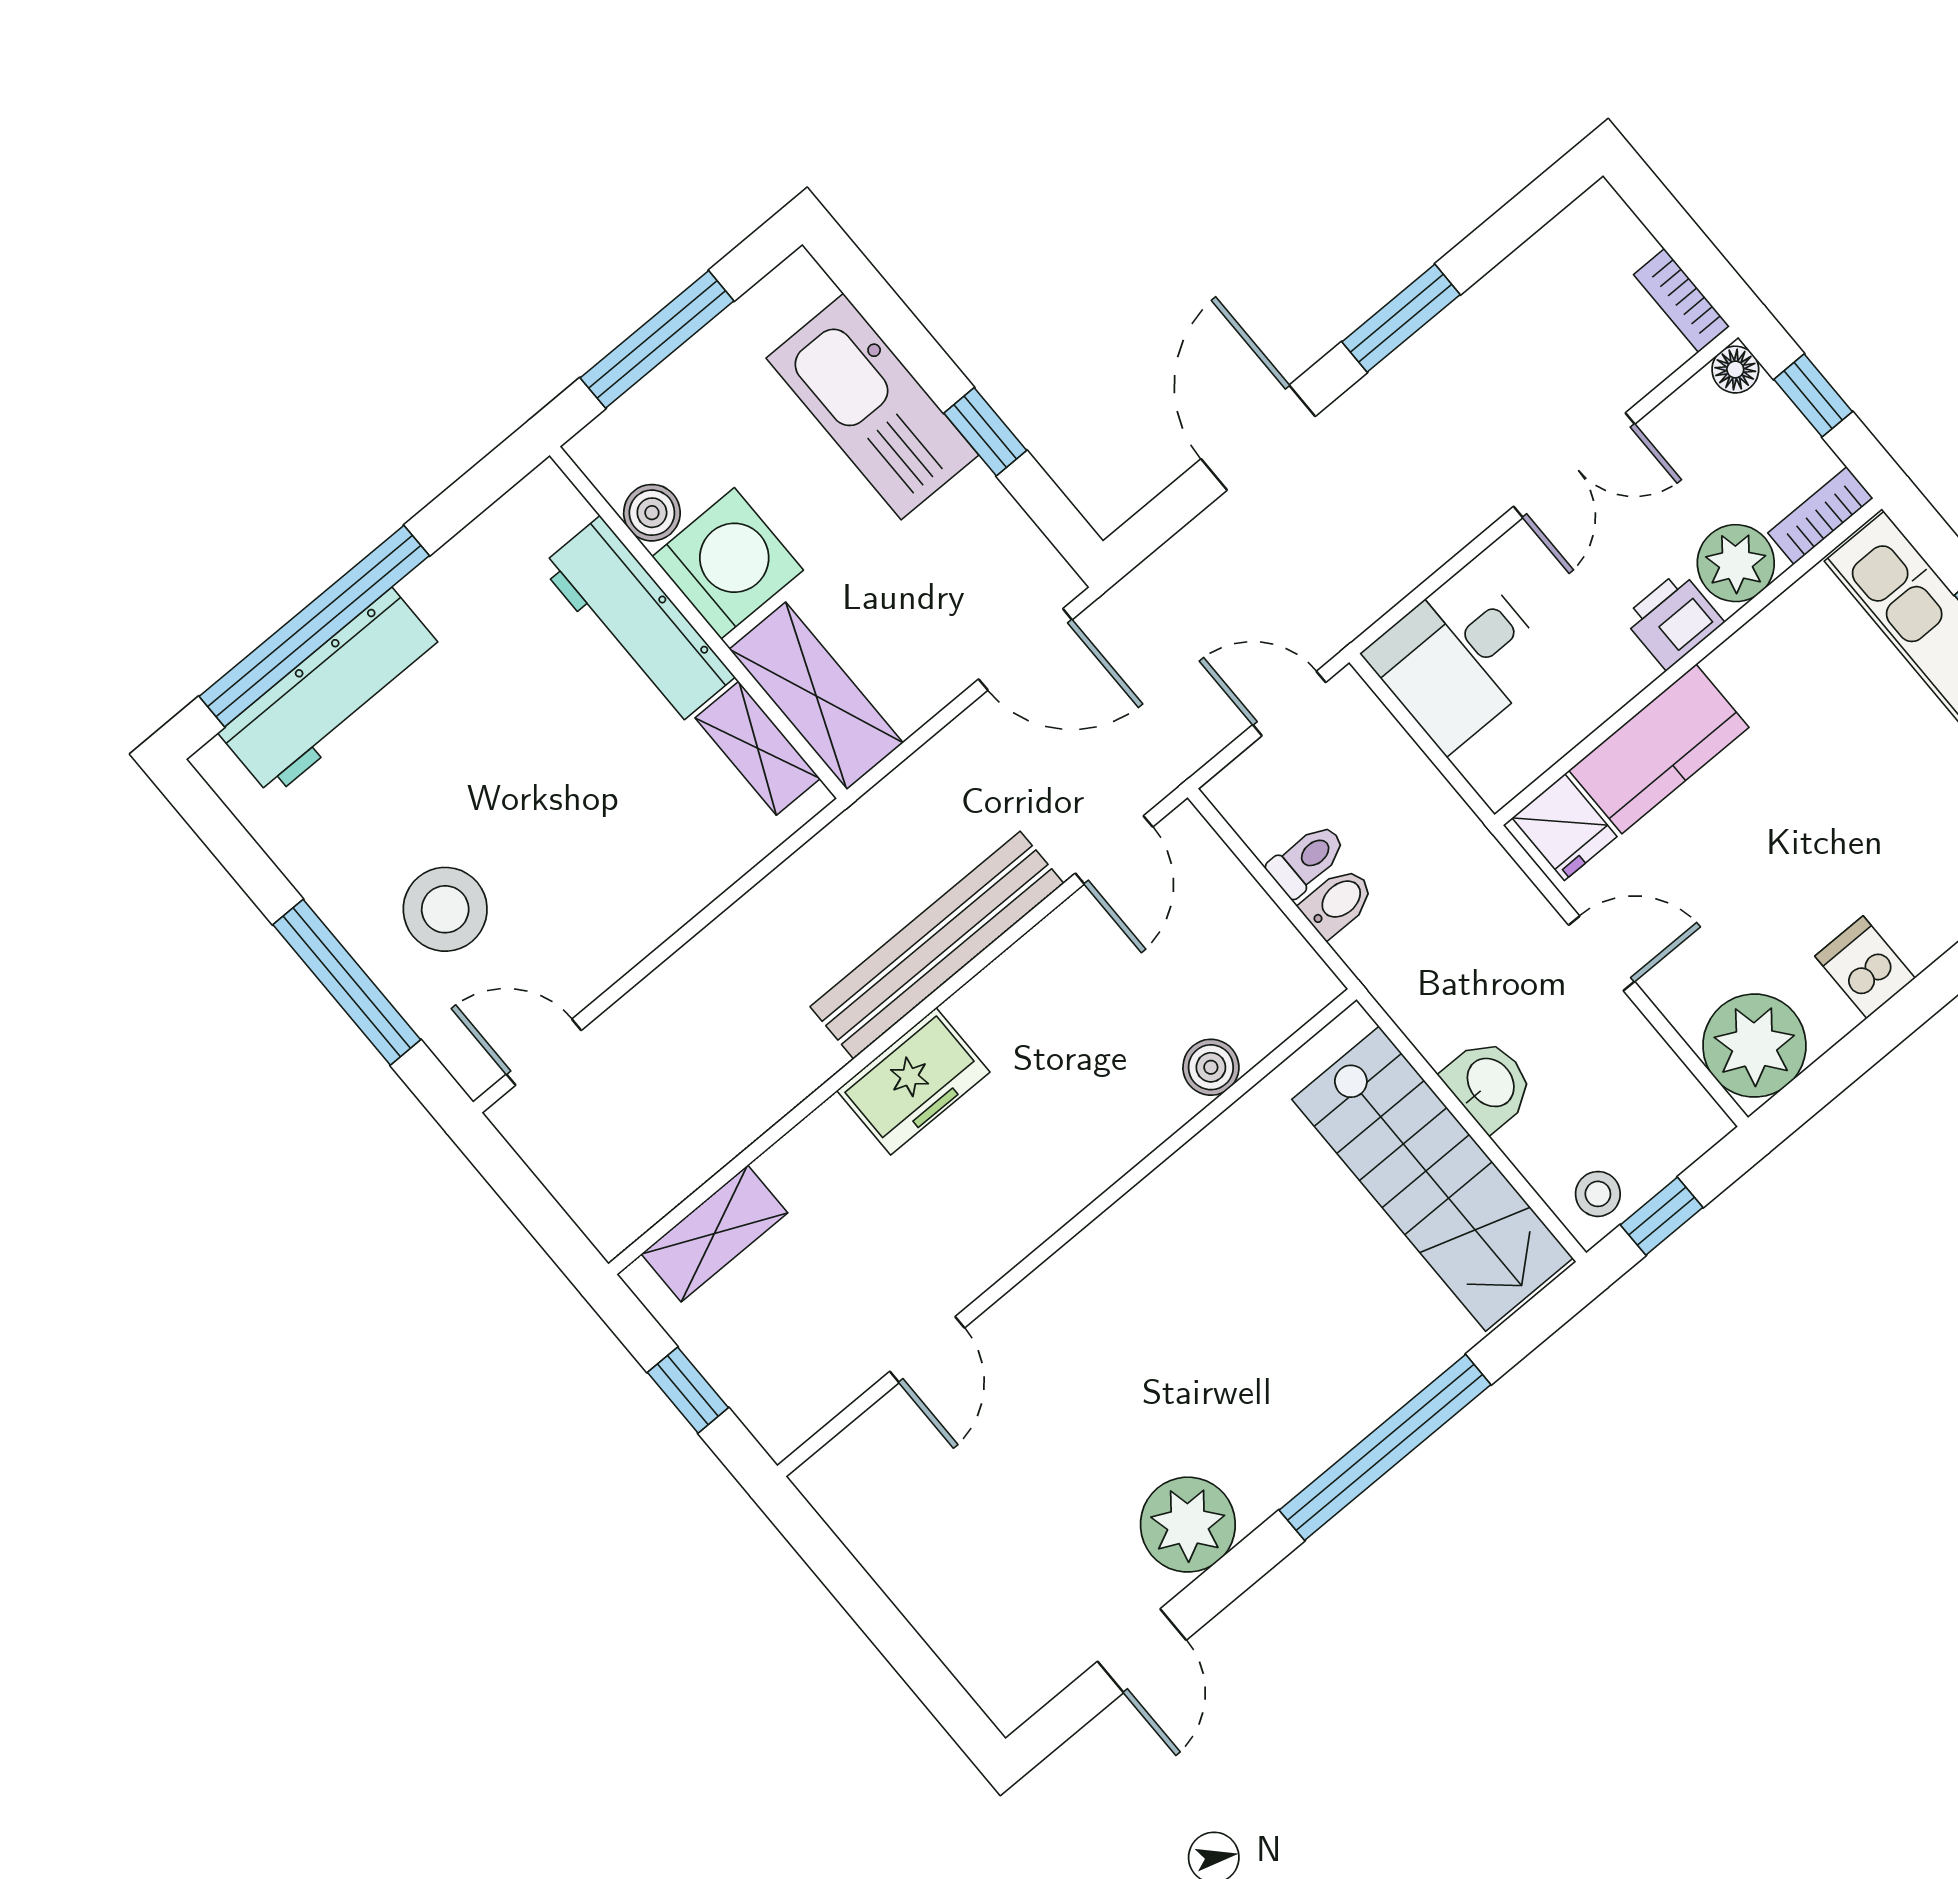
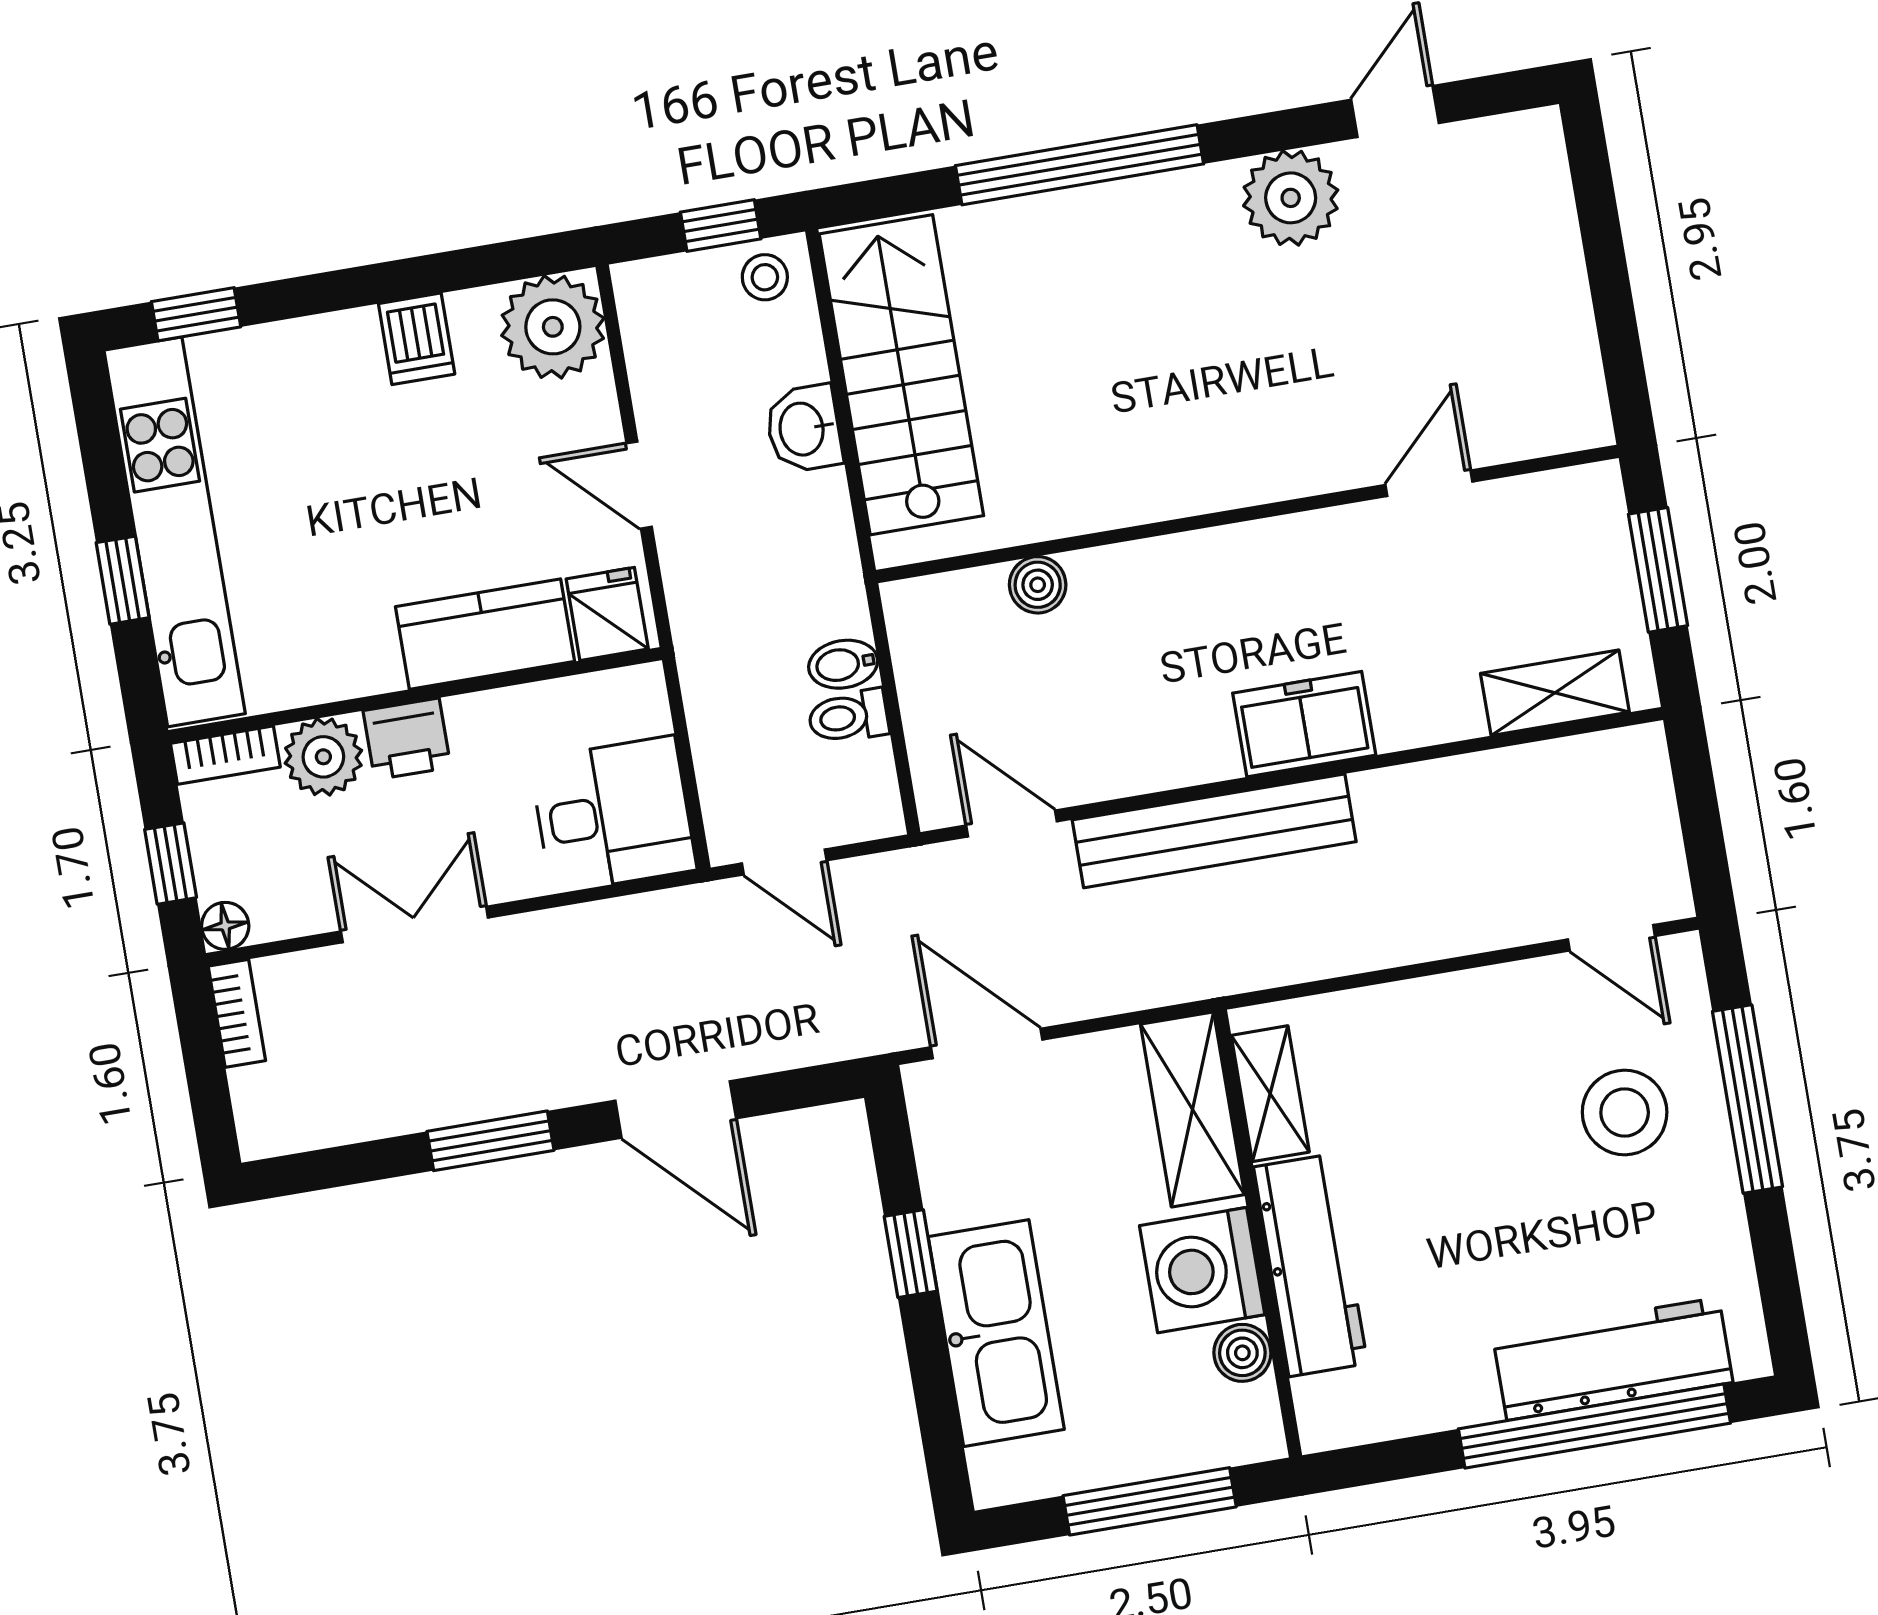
door: (1258, 438) -> (676, 1109), hinge flipped
door: (1114, 850) -> (1011, 823), hinge flipped
window: (688, 1390) -> (1658, 570), width x1.50

